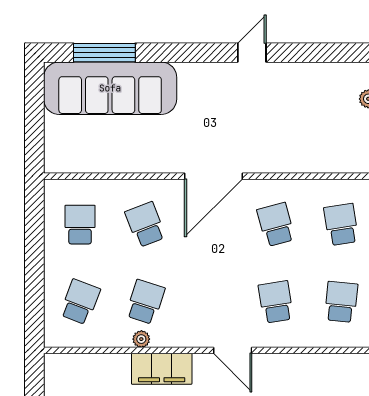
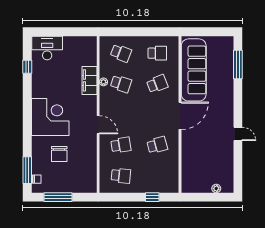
sofa: (110, 88) -> (194, 70), moved, turned 180
door: (214, 176) -> (180, 116), swing flipped
school desk: (341, 225) -> (157, 176), removed
door: (233, 350) -> (98, 125), swing flipped
filing cabinet: (162, 369) -> (90, 80), moved

